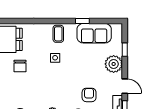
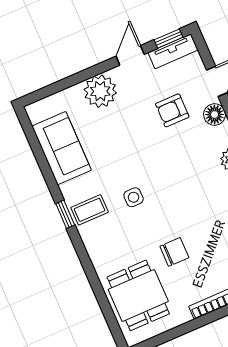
window: (82, 21) -> (65, 214), moved
window: (125, 50) -> (67, 83), removed

